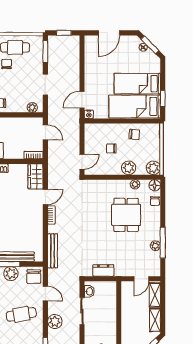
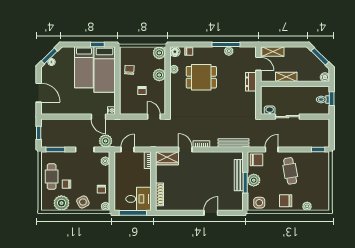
dresser: (103, 270) -> (251, 82), moved
shelving: (155, 320) -> (286, 77), moved
plant: (55, 321) -> (106, 141), moved

